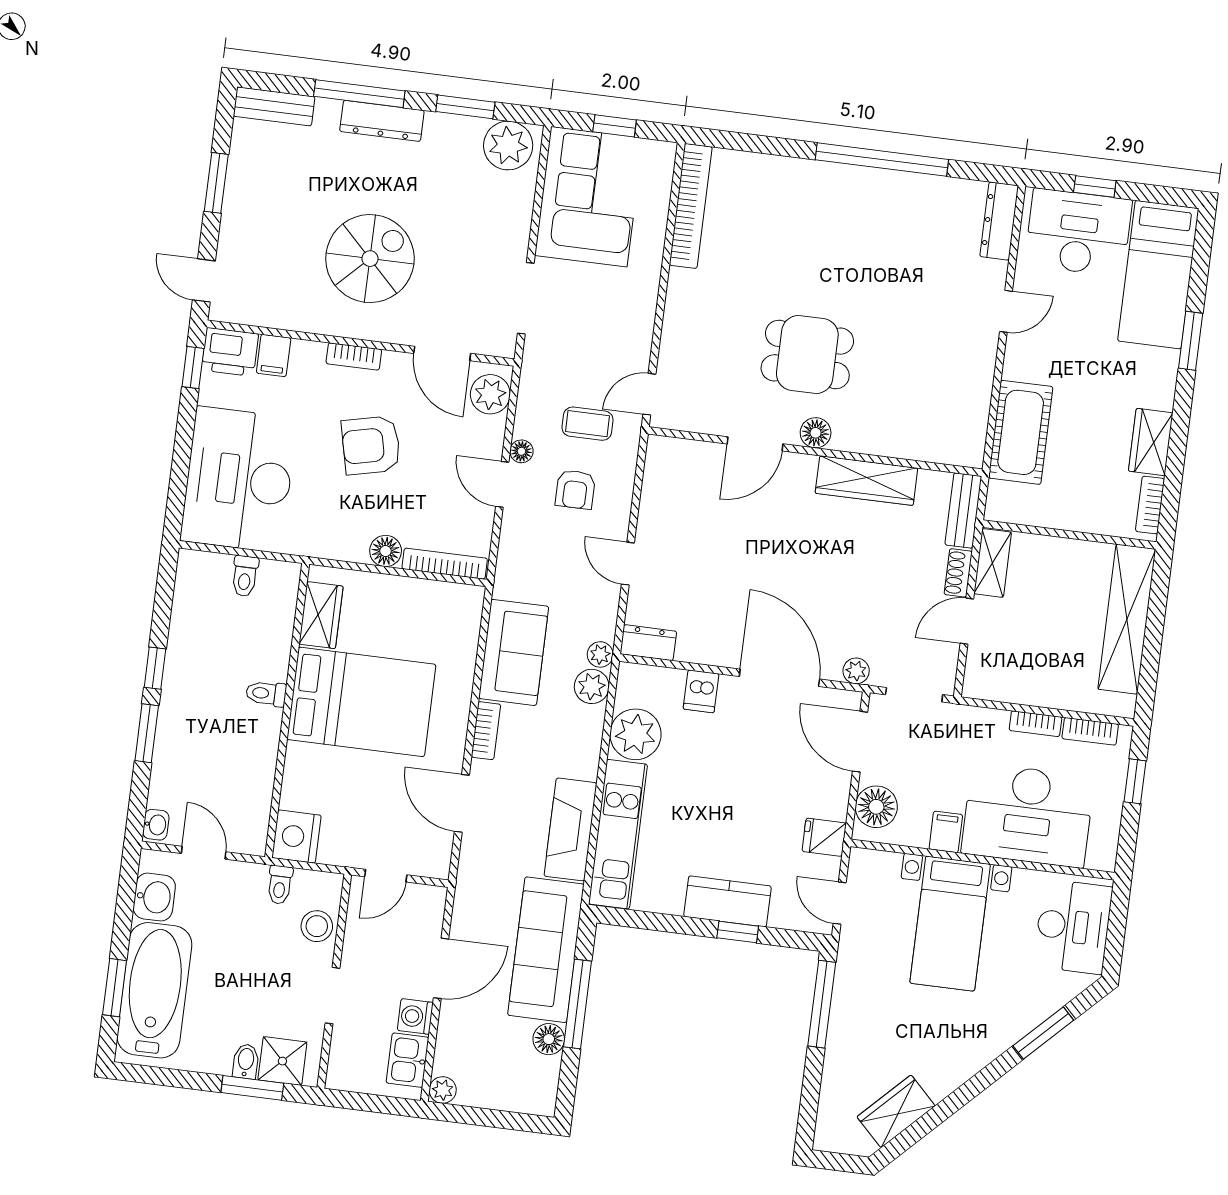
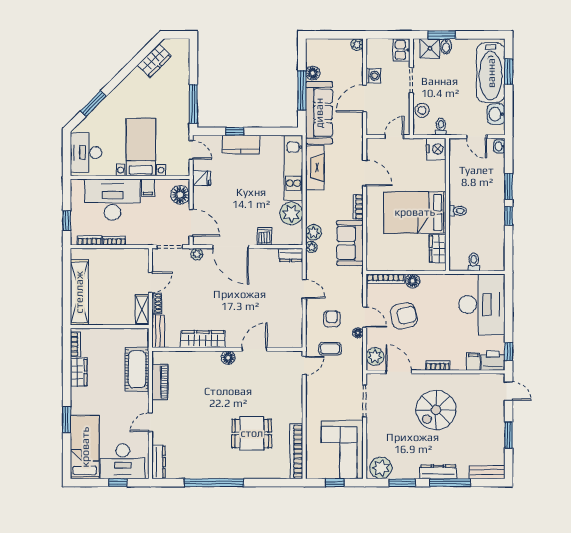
dining table: (807, 354) -> (252, 433), moved
piano: (974, 398) -> (160, 382), added
armchair: (371, 445) -> (404, 316), moved
kitchen sink: (408, 1060) -> (402, 50), moved, turned 180

